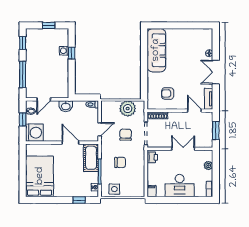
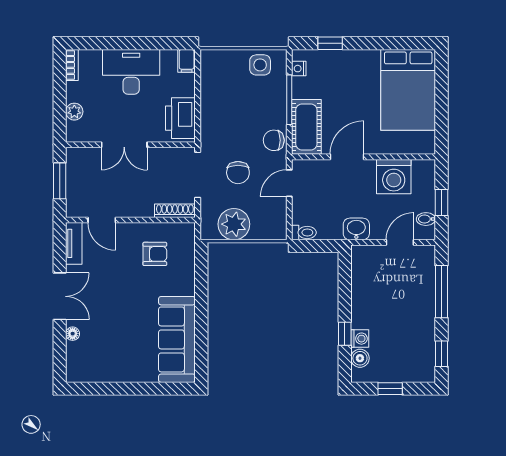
boiler: (64, 41) -> (360, 358), added
washing machine: (34, 133) -> (394, 177), moved, turned -90
door: (70, 143) -> (347, 157), swing flipped
printer: (152, 157) -> (180, 118), width x1.87, depth x1.48
chair: (120, 162) -> (274, 140), moved

